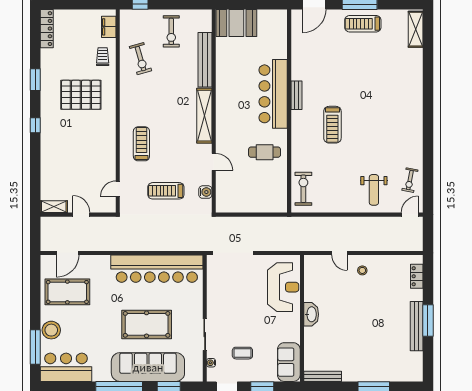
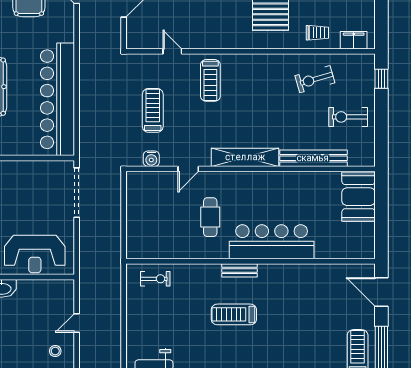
bench: (297, 95) -> (239, 270), moved
treadmill: (141, 144) -> (210, 80), turned 90
cafe table: (265, 152) -> (210, 217), moved
door: (118, 189) -> (172, 51), moved
exercise bike: (303, 189) -> (155, 279), width x0.73, depth x0.72

